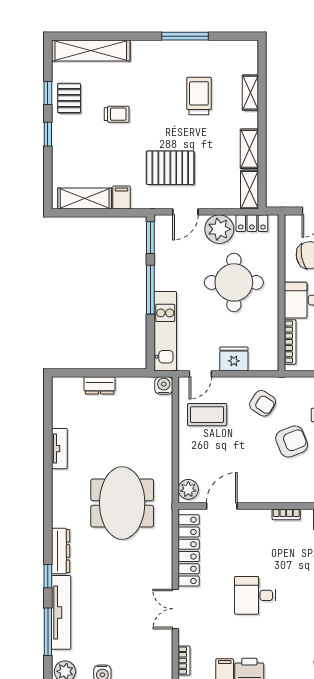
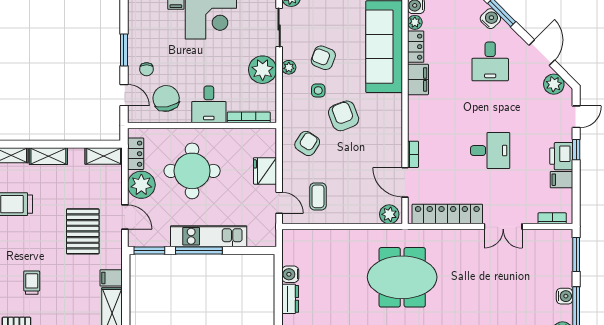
shelving: (249, 149) -> (48, 156), moved
kitchen unit: (165, 331) -> (209, 236), moved
water cooler: (164, 386) -> (290, 274), moved
coffee table: (207, 415) -> (318, 196), width x0.73, depth x0.77
bookcase: (286, 514) -> (413, 154), moved
desk: (255, 595) -> (490, 151), turned -90

